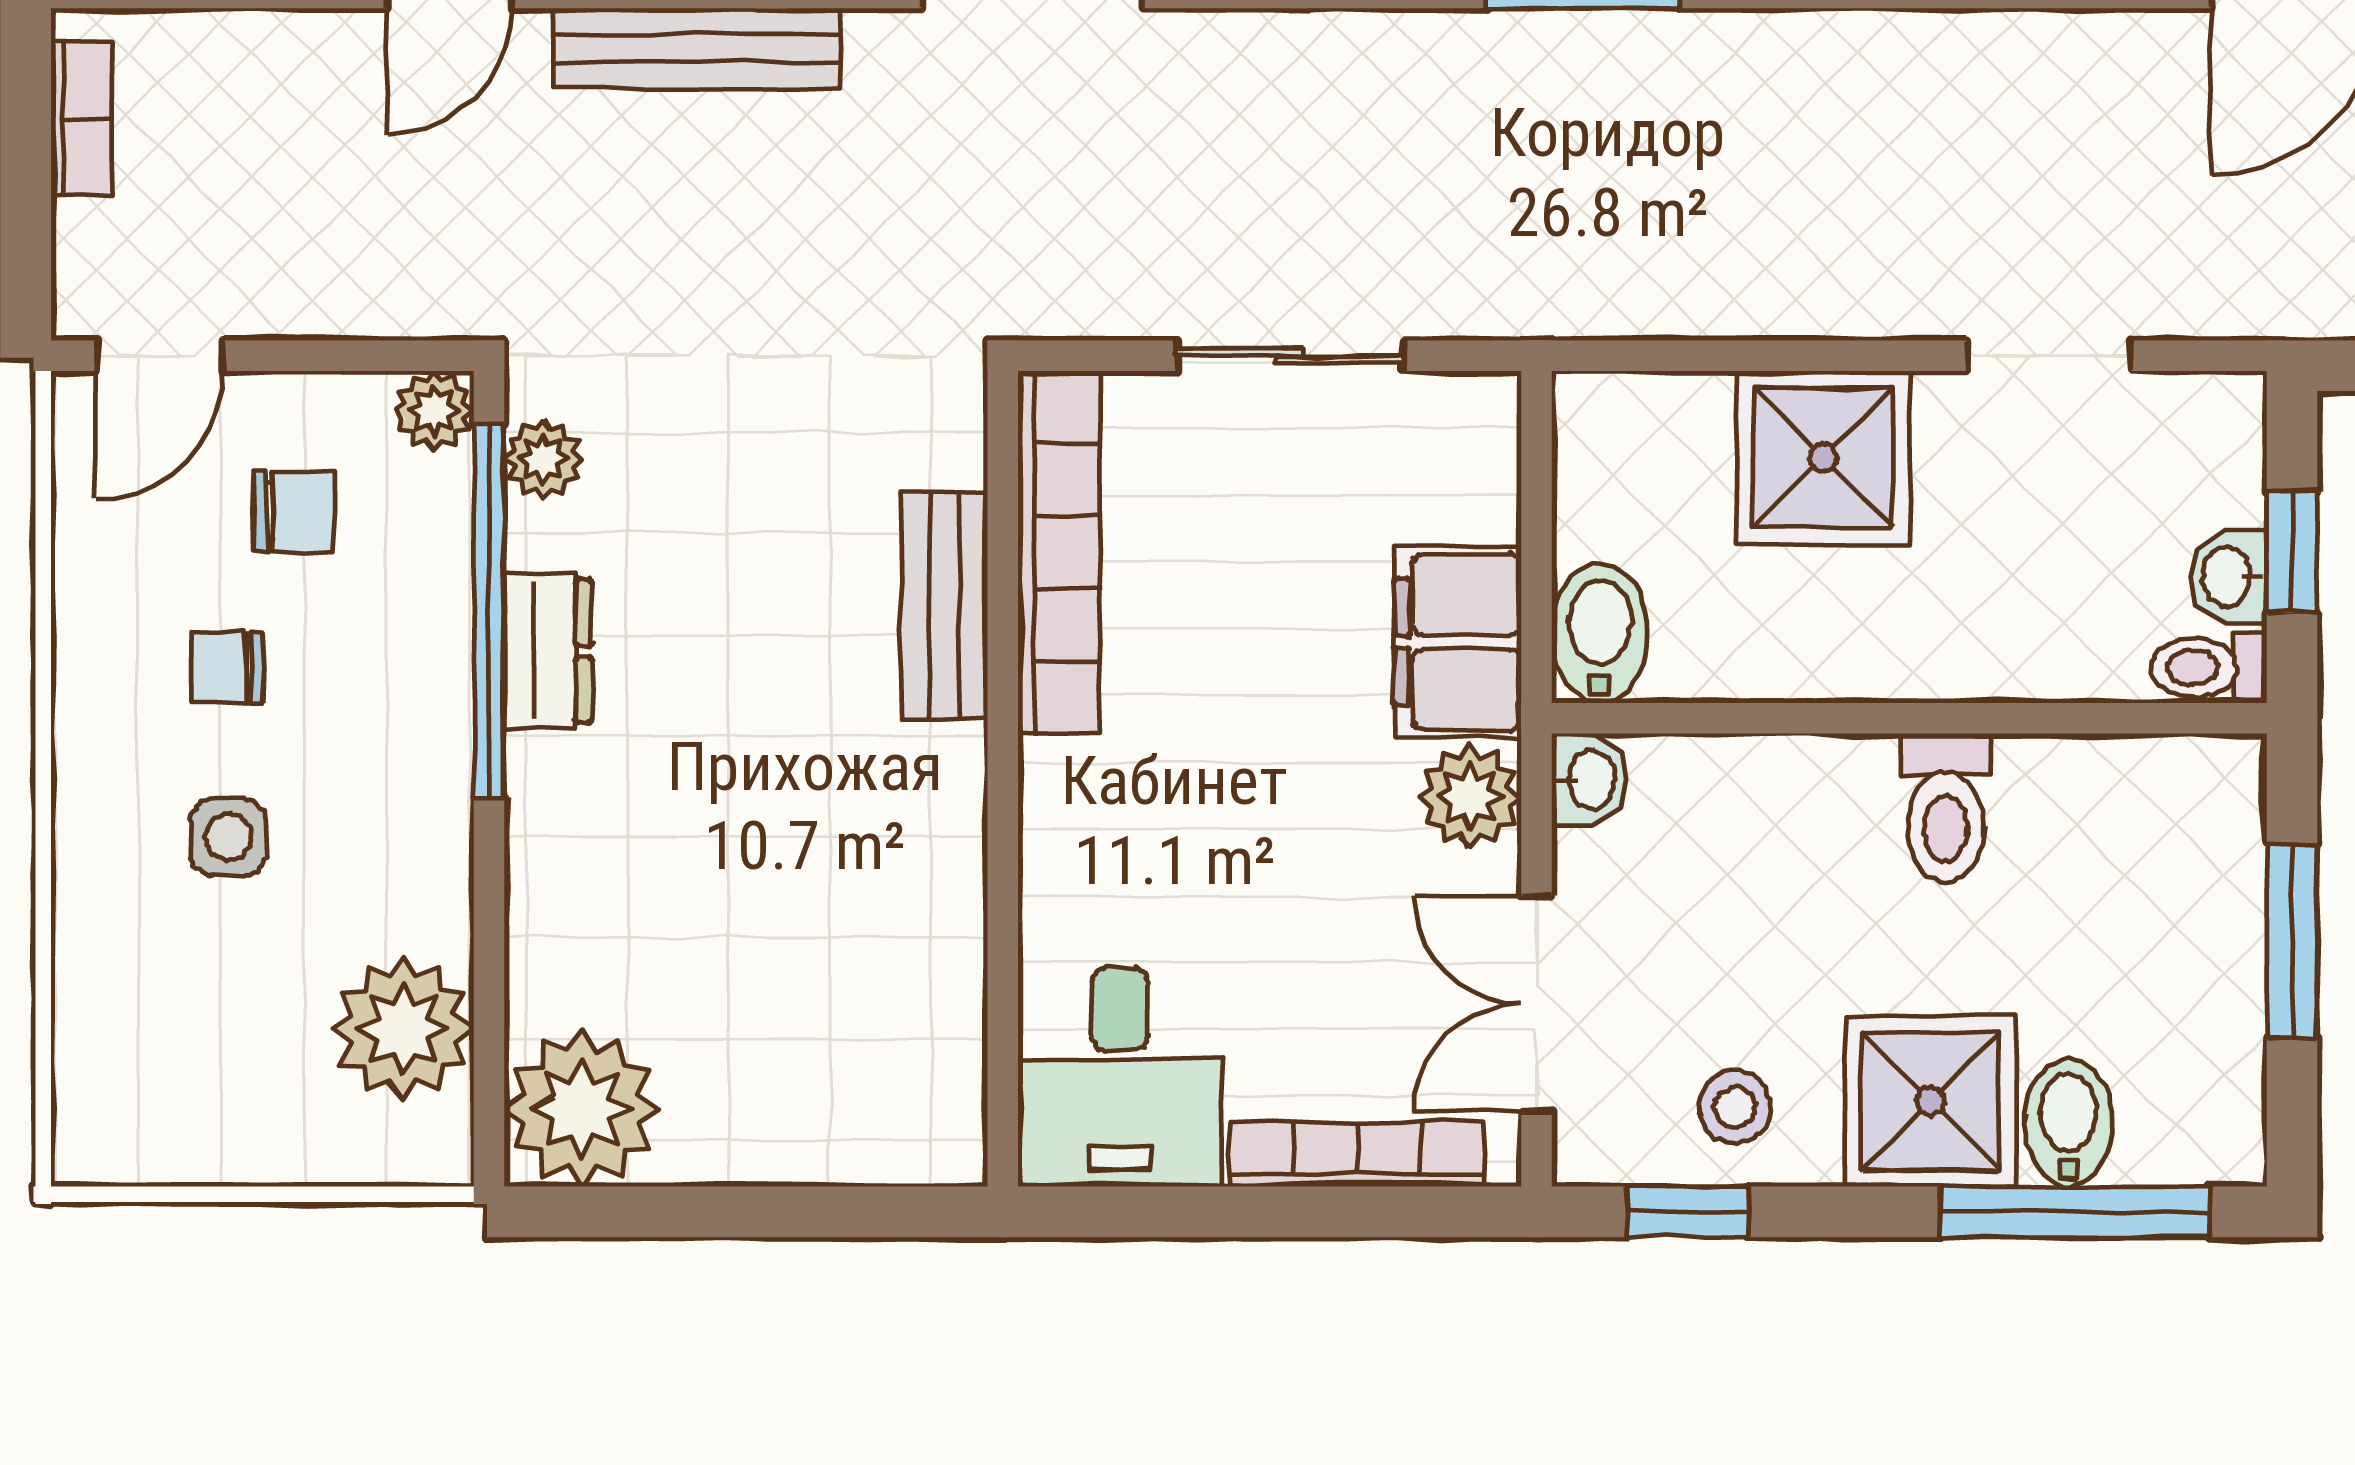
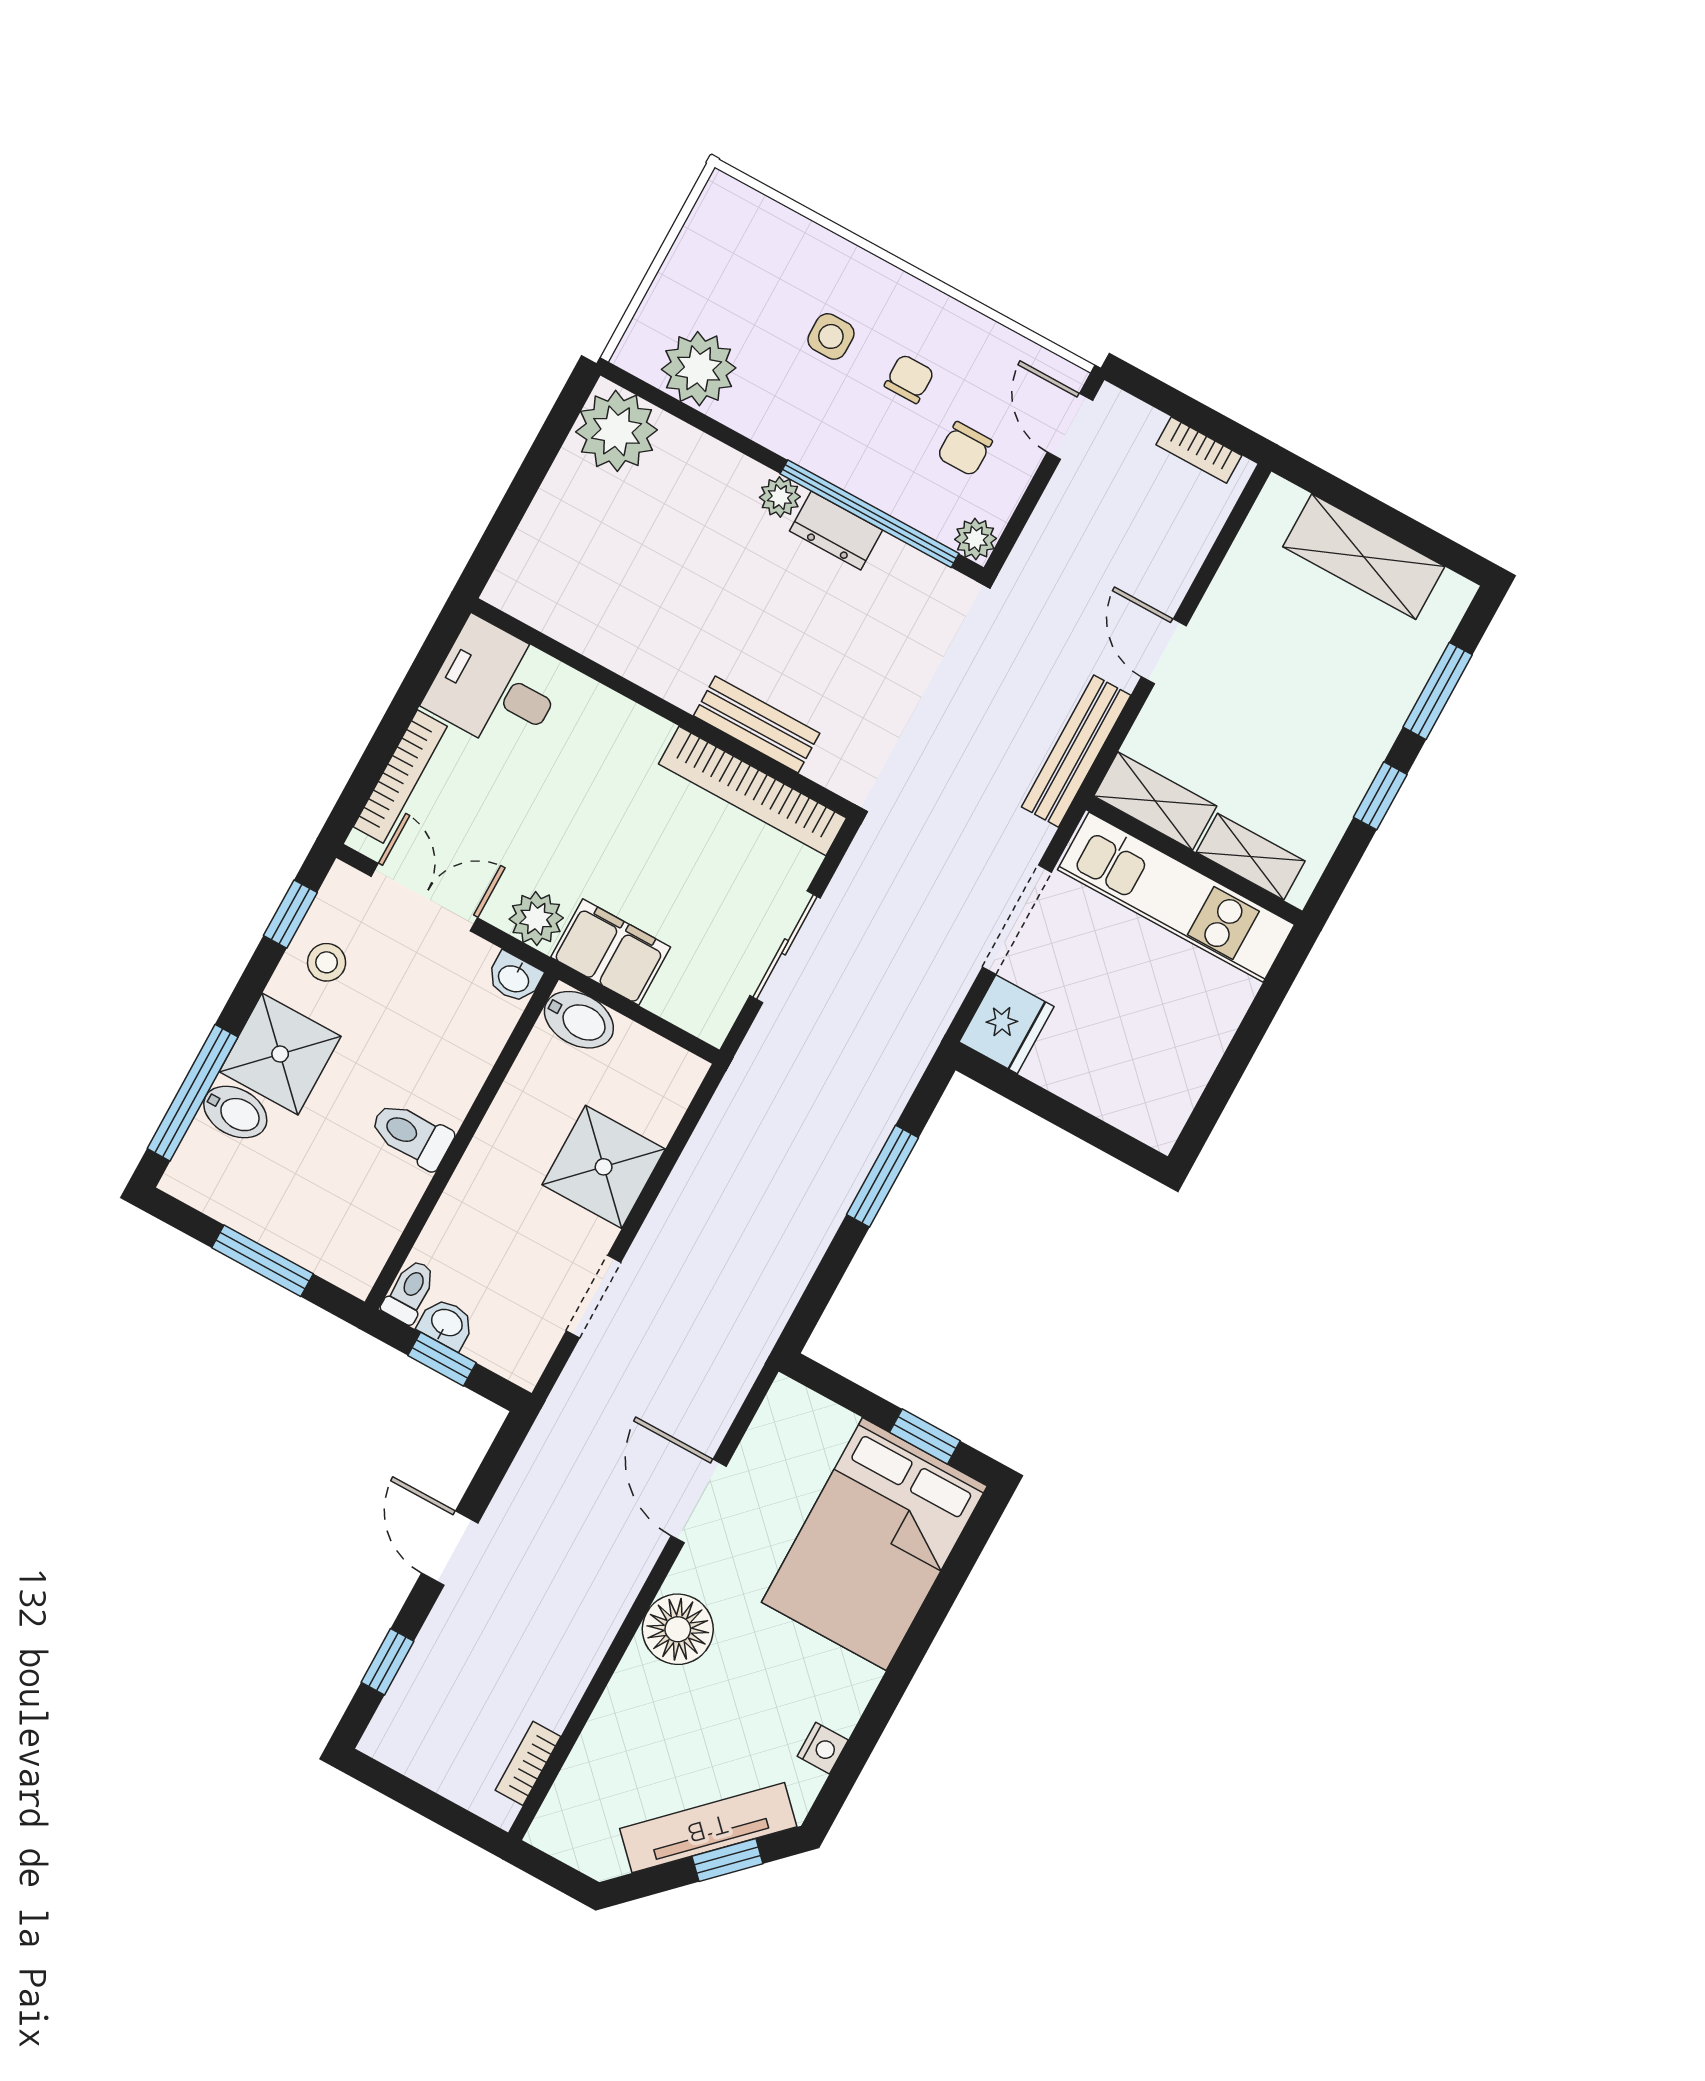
plant: (543, 459) -> (780, 497), moved

